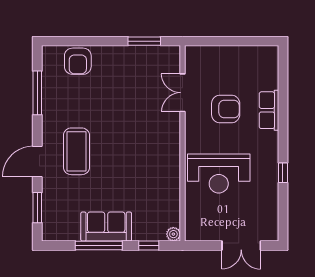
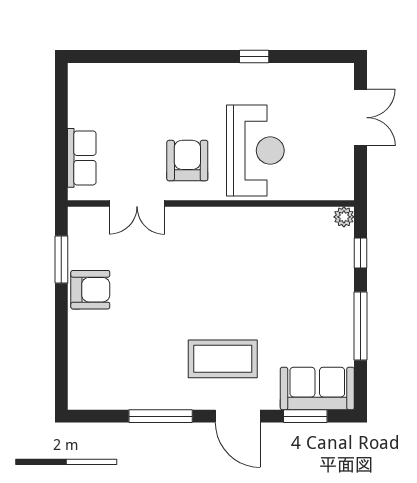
armchair: (78, 61) -> (90, 290), moved
window: (37, 93) -> (161, 416), moved
armchair: (226, 109) -> (187, 161), moved
row of seats: (269, 110) -> (82, 158), moved, turned -90
sofa: (106, 227) -> (317, 388), moved, turned 90

